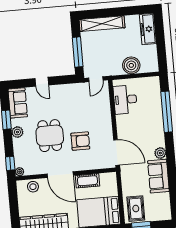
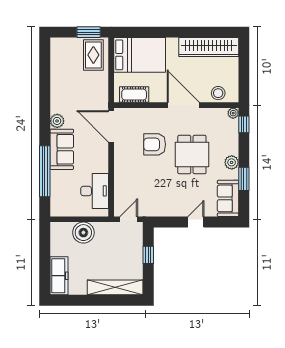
window: (78, 52) -> (148, 255), width x0.46
door: (42, 82) -> (196, 222), hinge flipped
sofa: (158, 176) -> (62, 149), moved
cot: (87, 181) -> (134, 95), moved

